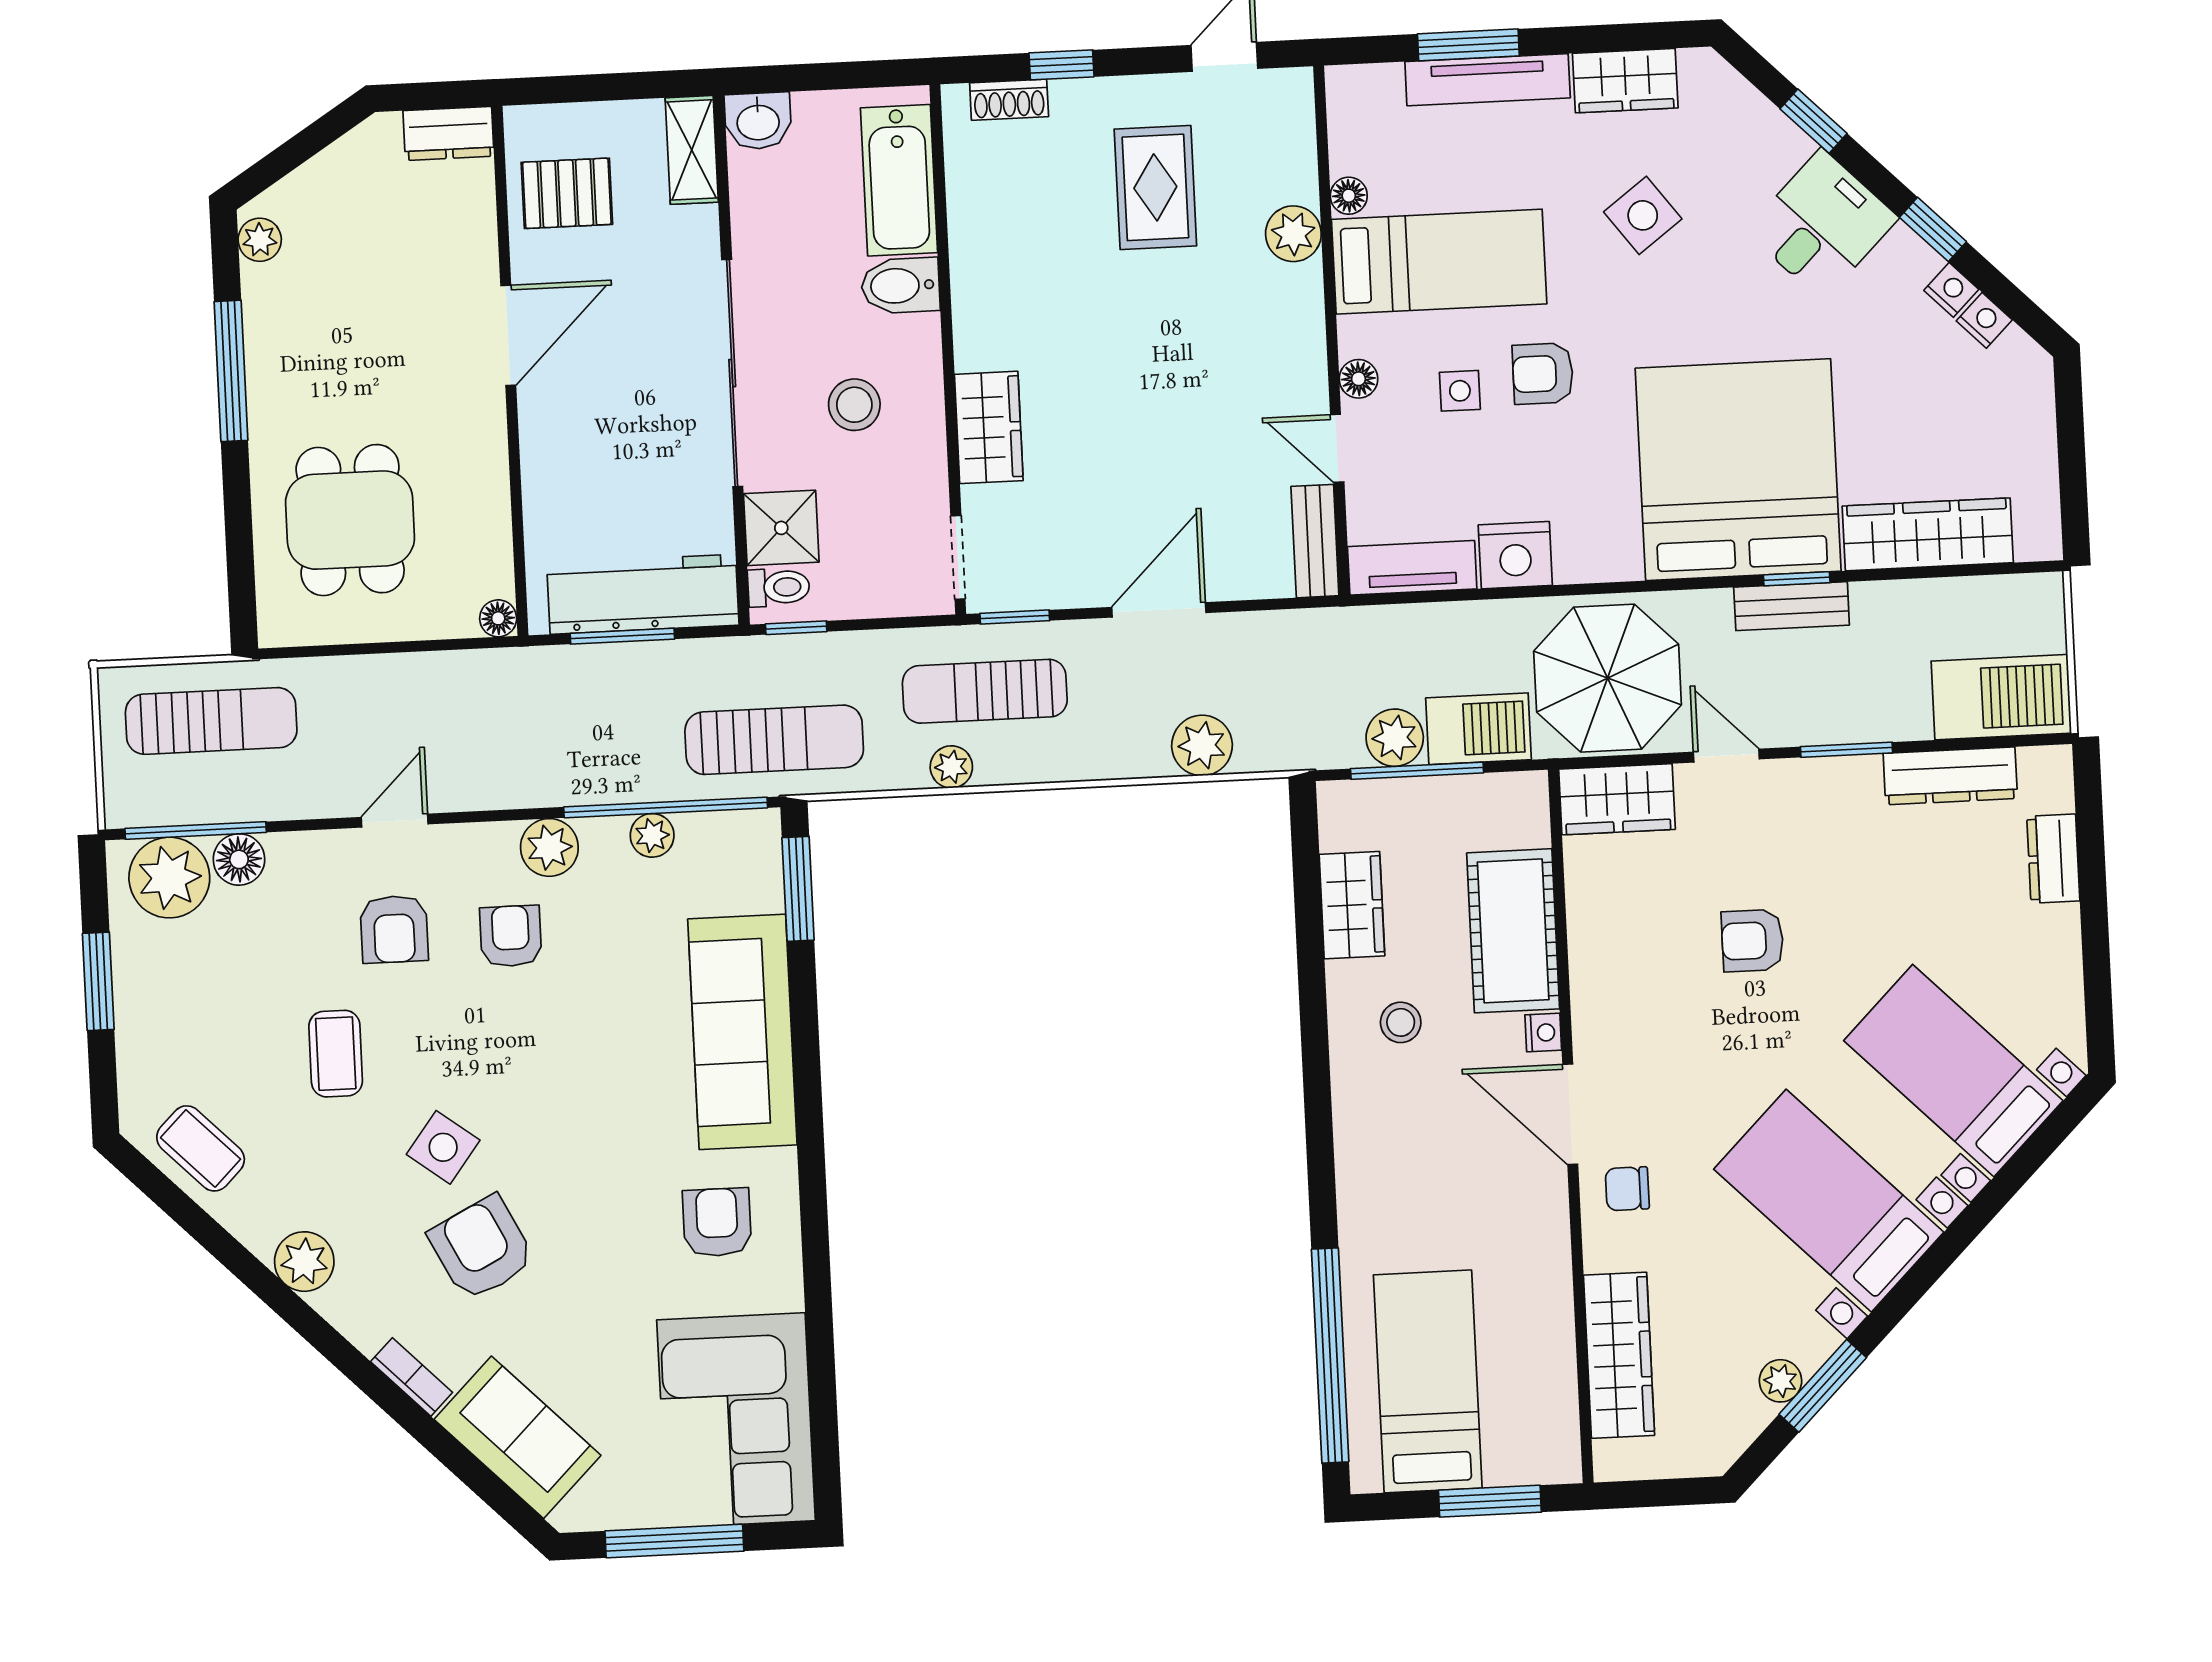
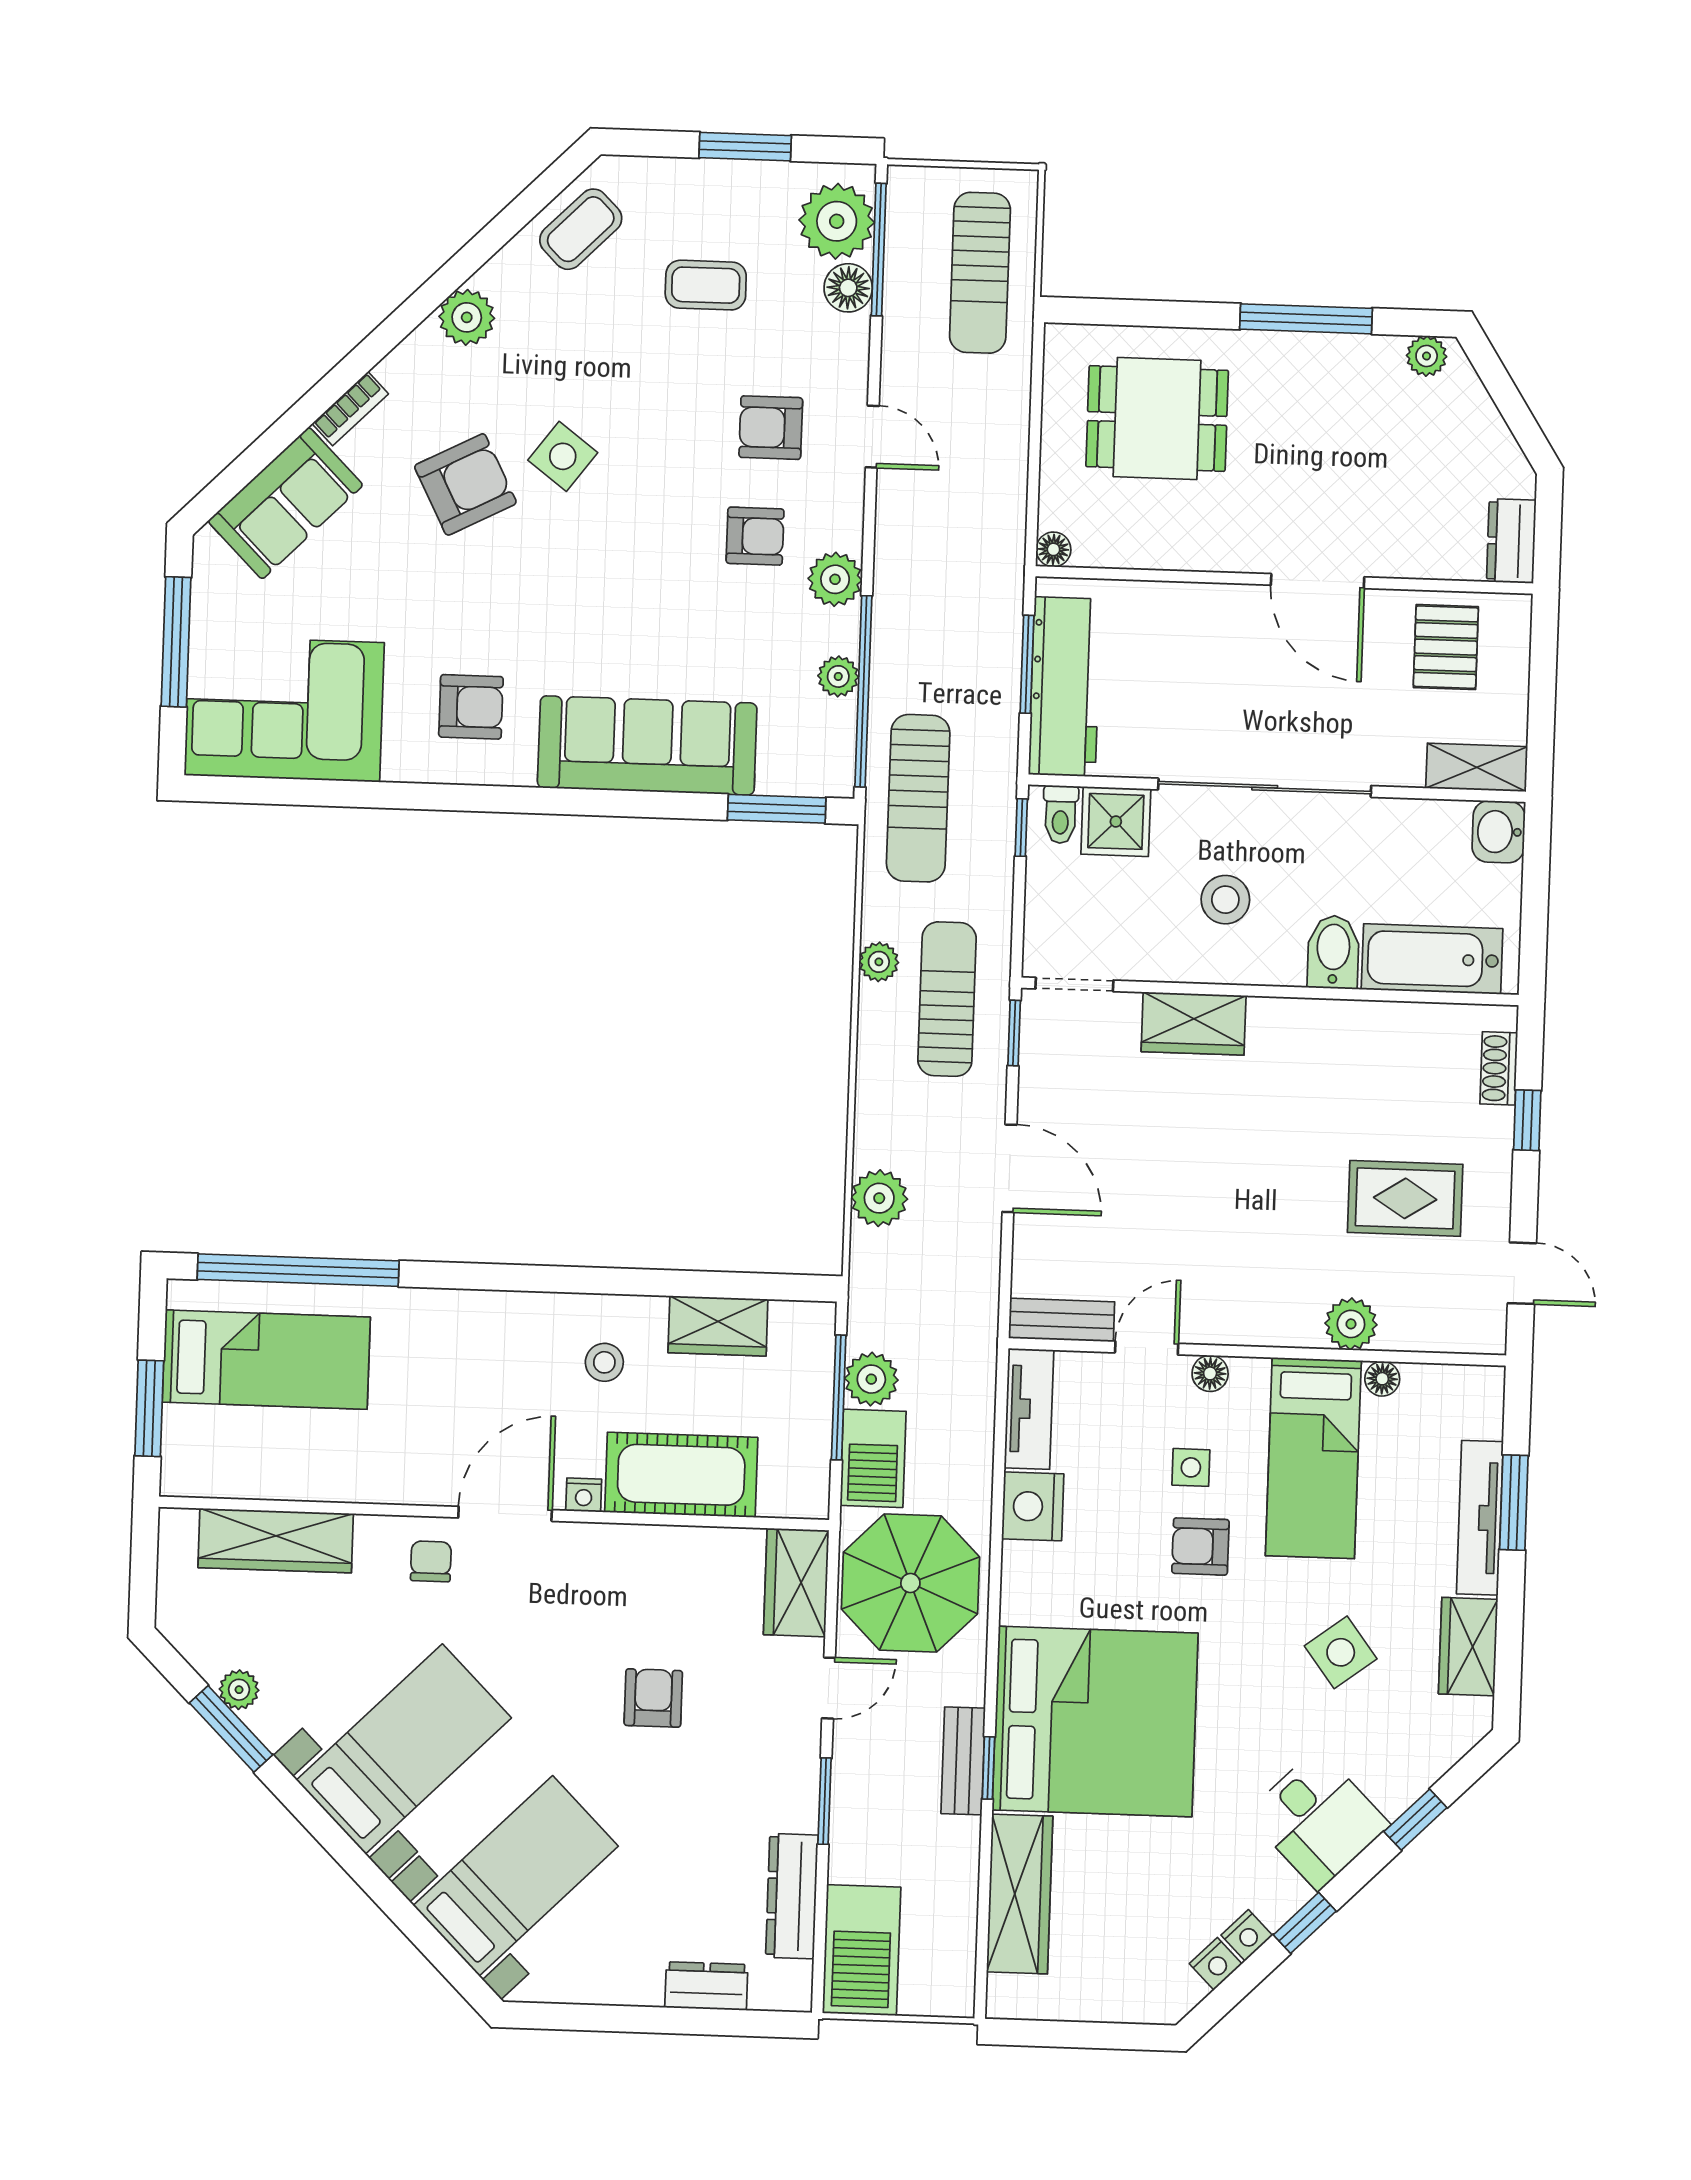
armchair: (1543, 374) -> (1200, 1546), turned -90
coffee table: (336, 1054) -> (706, 285), moved

